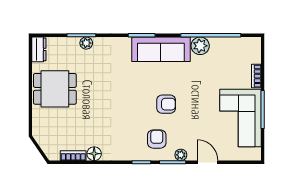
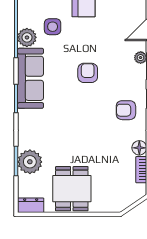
plant: (86, 43) -> (30, 162), width x1.87, depth x1.87
side table: (211, 70) -> (53, 27), added
armchair: (157, 139) -> (126, 110), moved

